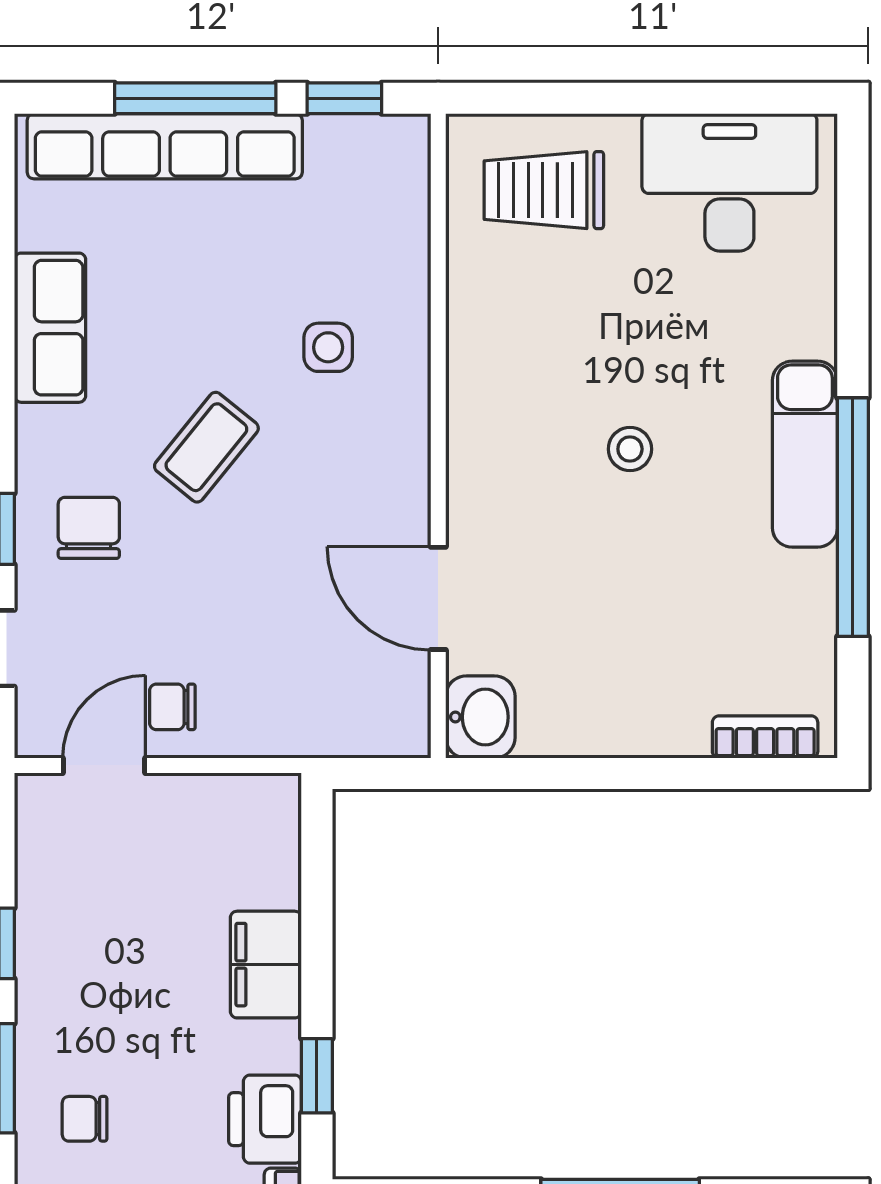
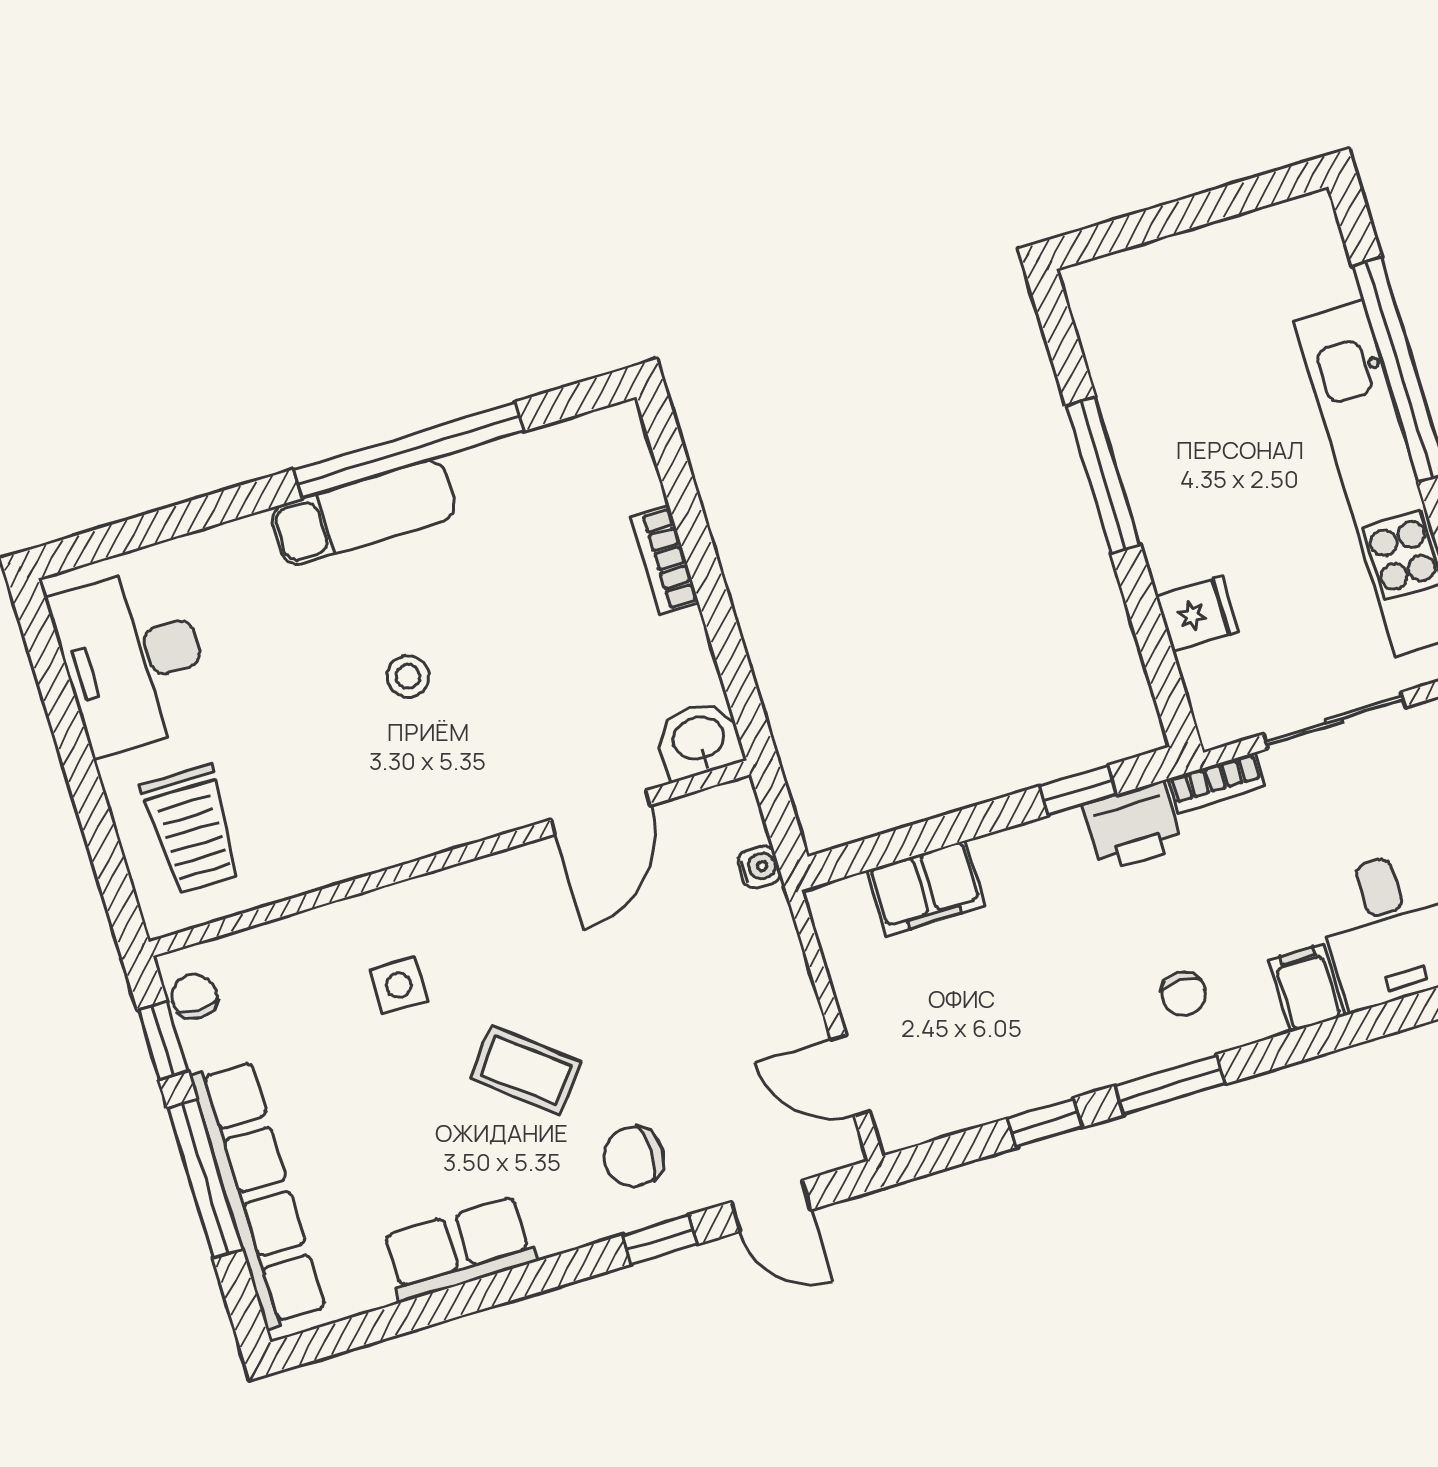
chair: (172, 707) -> (194, 997), moved, turned 180
bookcase: (765, 737) -> (665, 560), moved
water cooler: (337, 738) -> (759, 867), added
filing cabinet: (266, 965) -> (926, 888), moved

